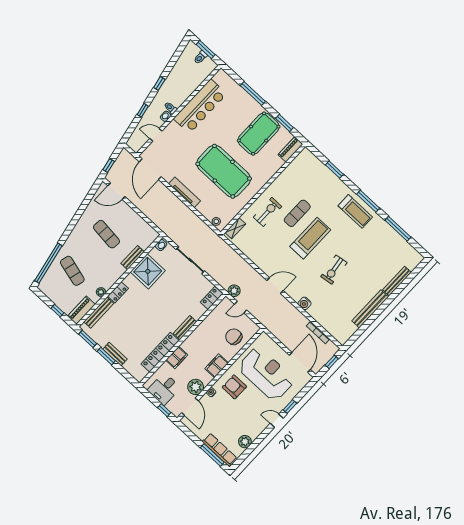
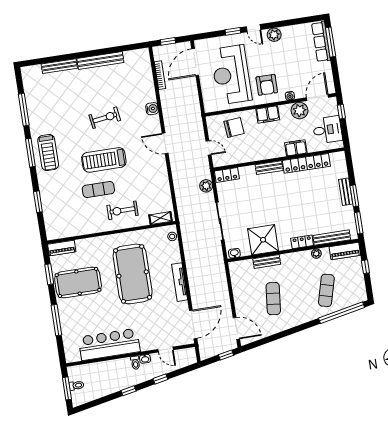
treadmill: (355, 211) -> (48, 153), turned 180
plant: (234, 291) -> (206, 186), moved
chair: (234, 337) -> (234, 128), turned -95
plant: (245, 442) -> (274, 35), moved

